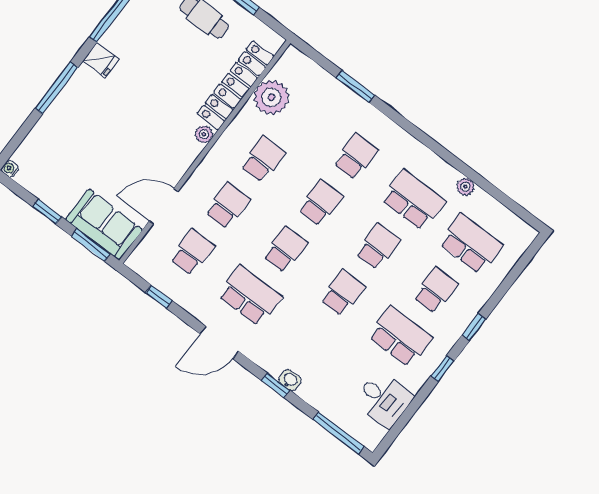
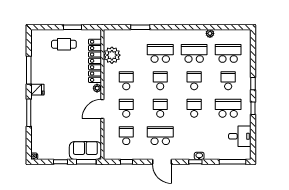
school desk: (356, 156) -> (160, 53), width x1.85
door: (164, 206) -> (102, 109), moved
door: (219, 342) -> (162, 162), hinge flipped

